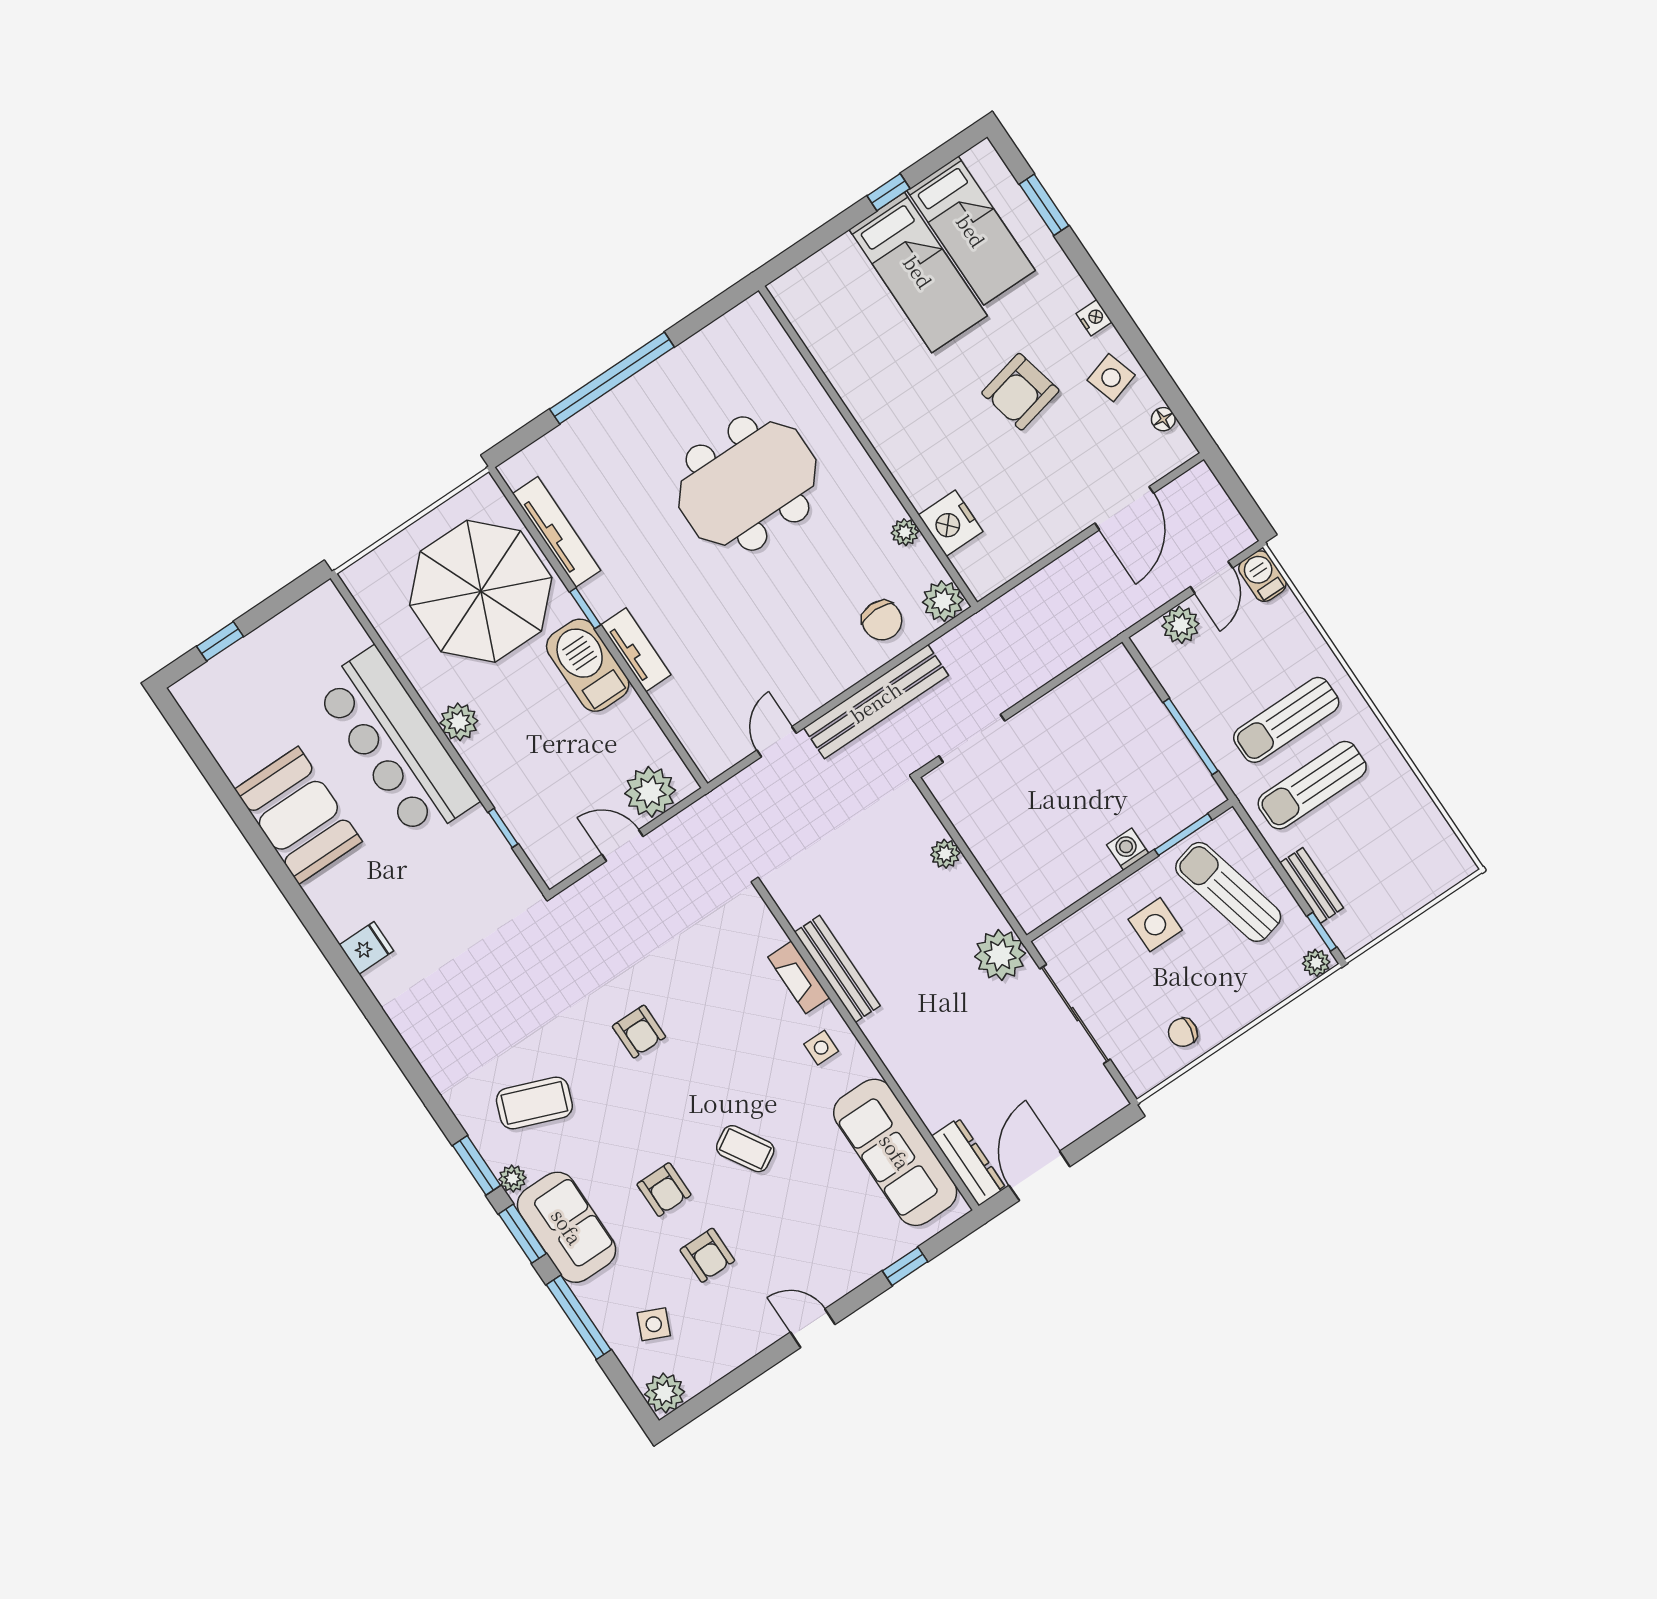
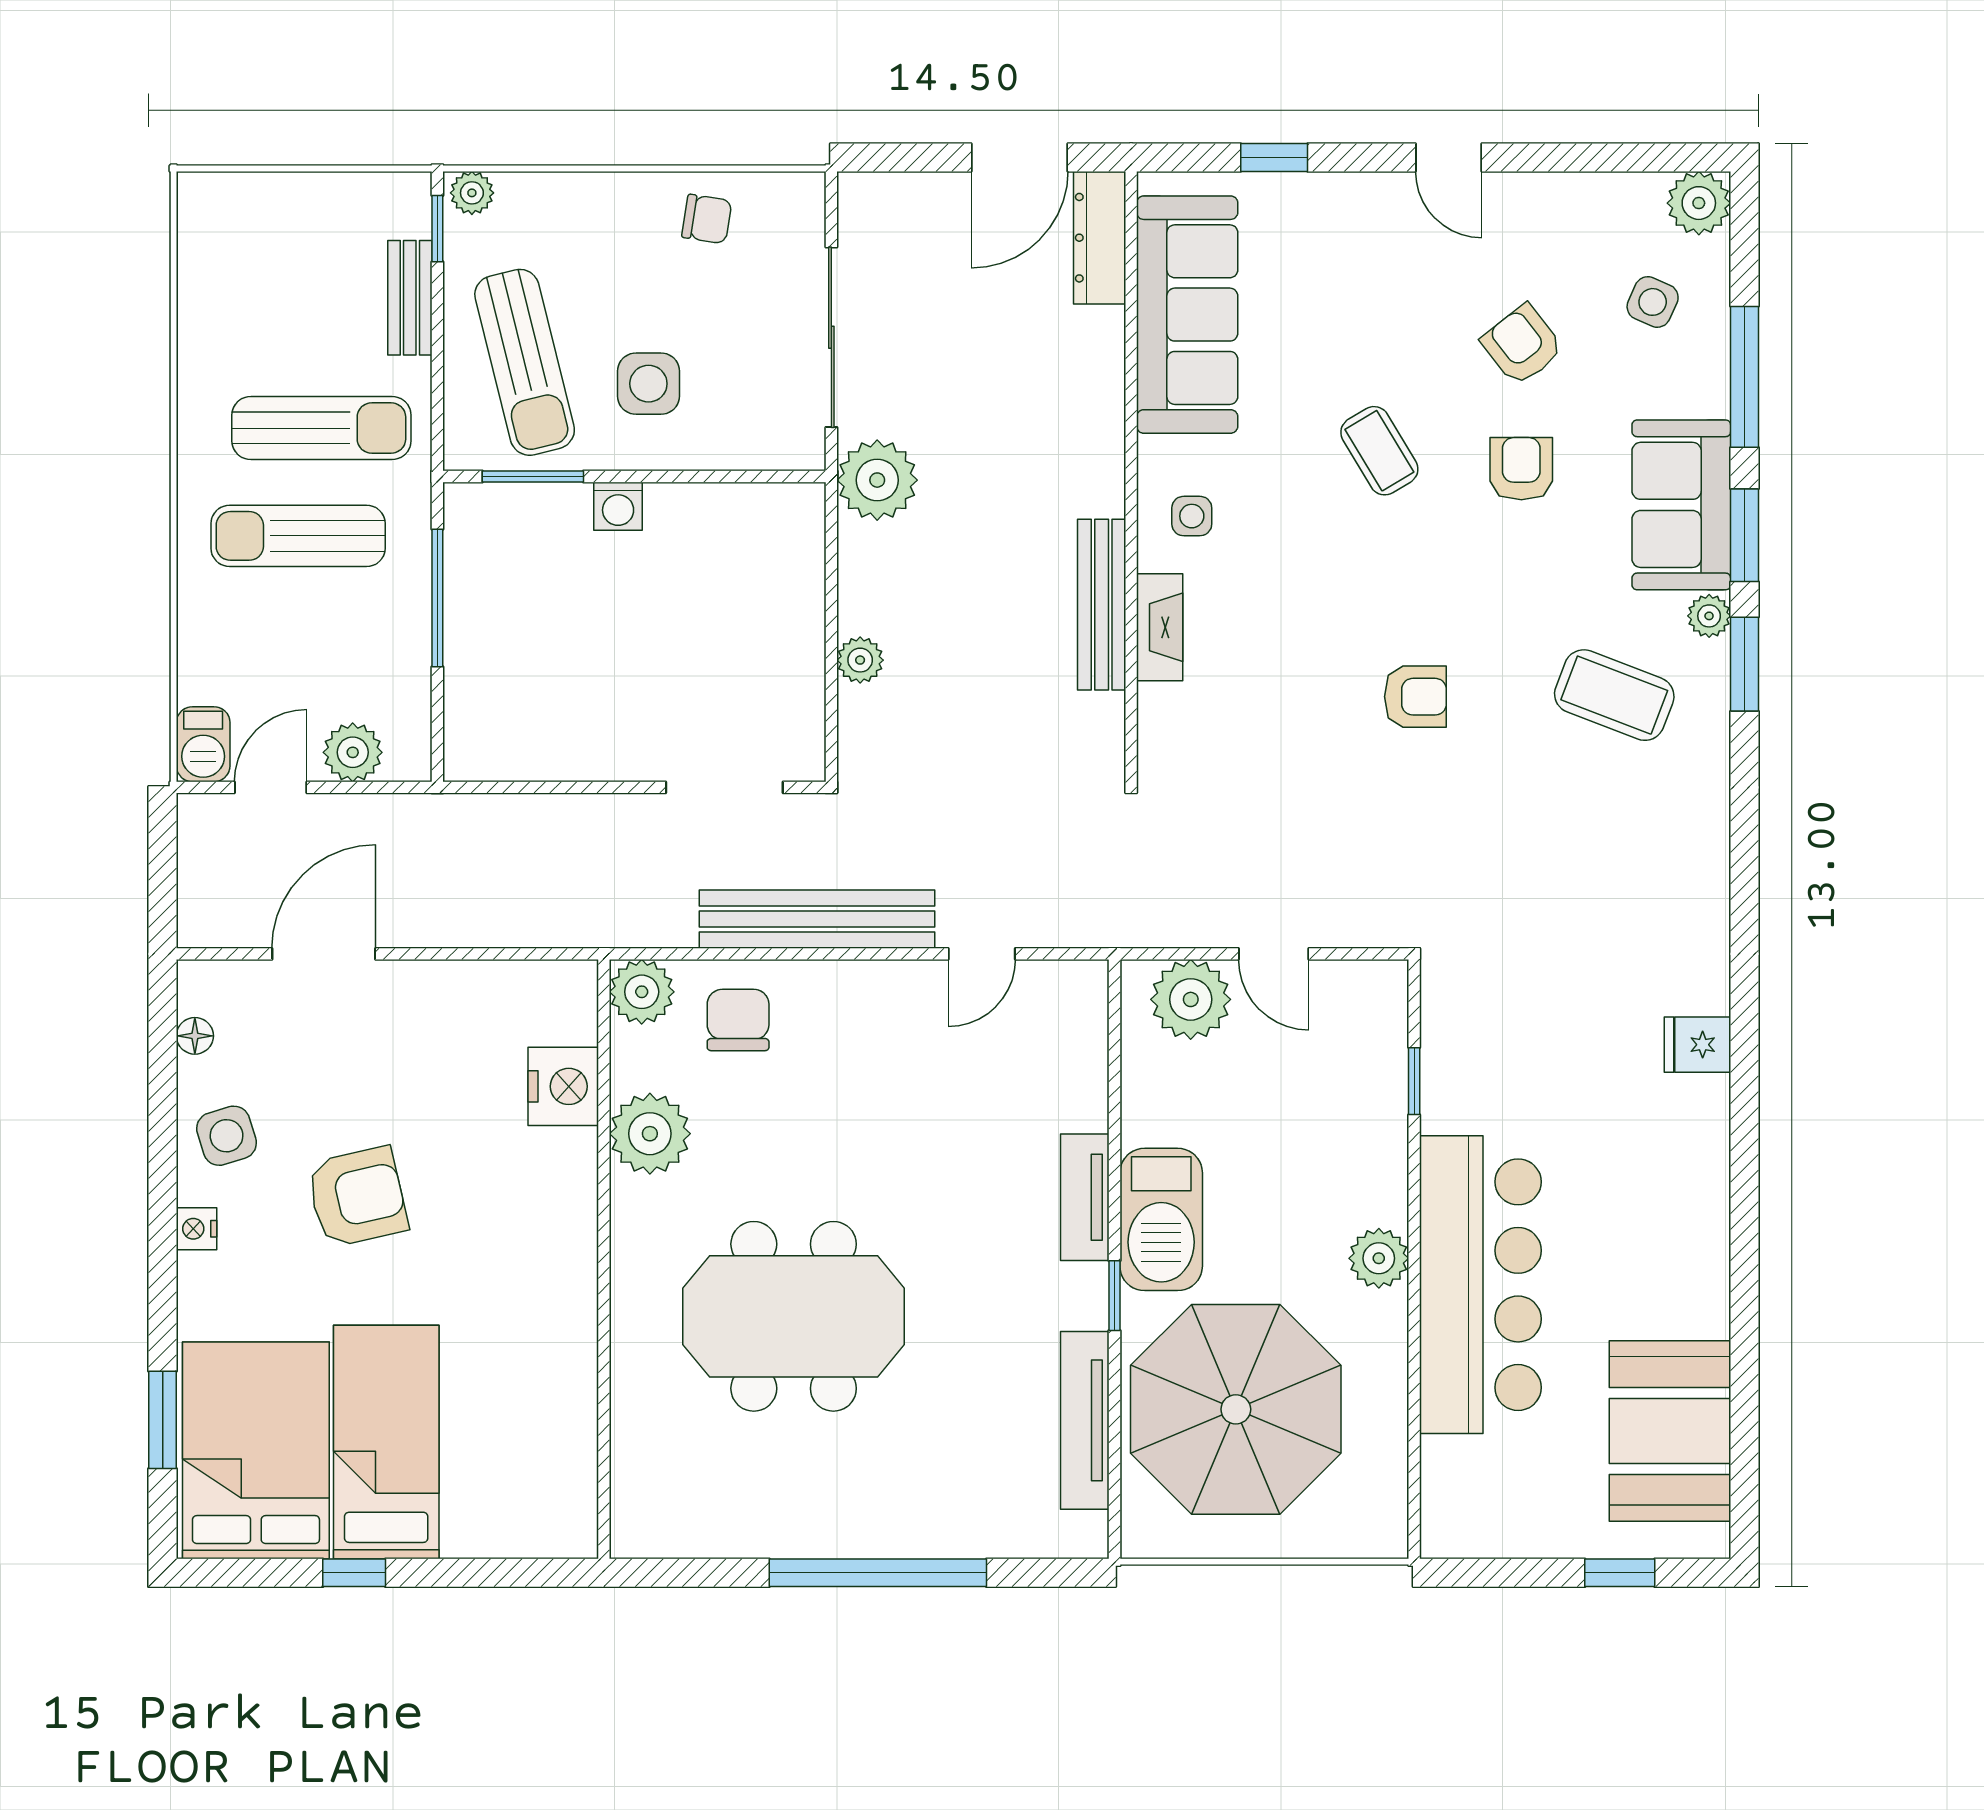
bed: (971, 231) -> (256, 1450), width x1.50
plant: (905, 532) -> (650, 1134), width x1.87, depth x1.87
sun lounger: (1286, 720) -> (298, 536), turned 180
booth: (298, 815) -> (1670, 1431), moved
armchair: (639, 1032) -> (1415, 697), turned 90
armchair: (707, 1255) -> (1522, 345), turned -38

